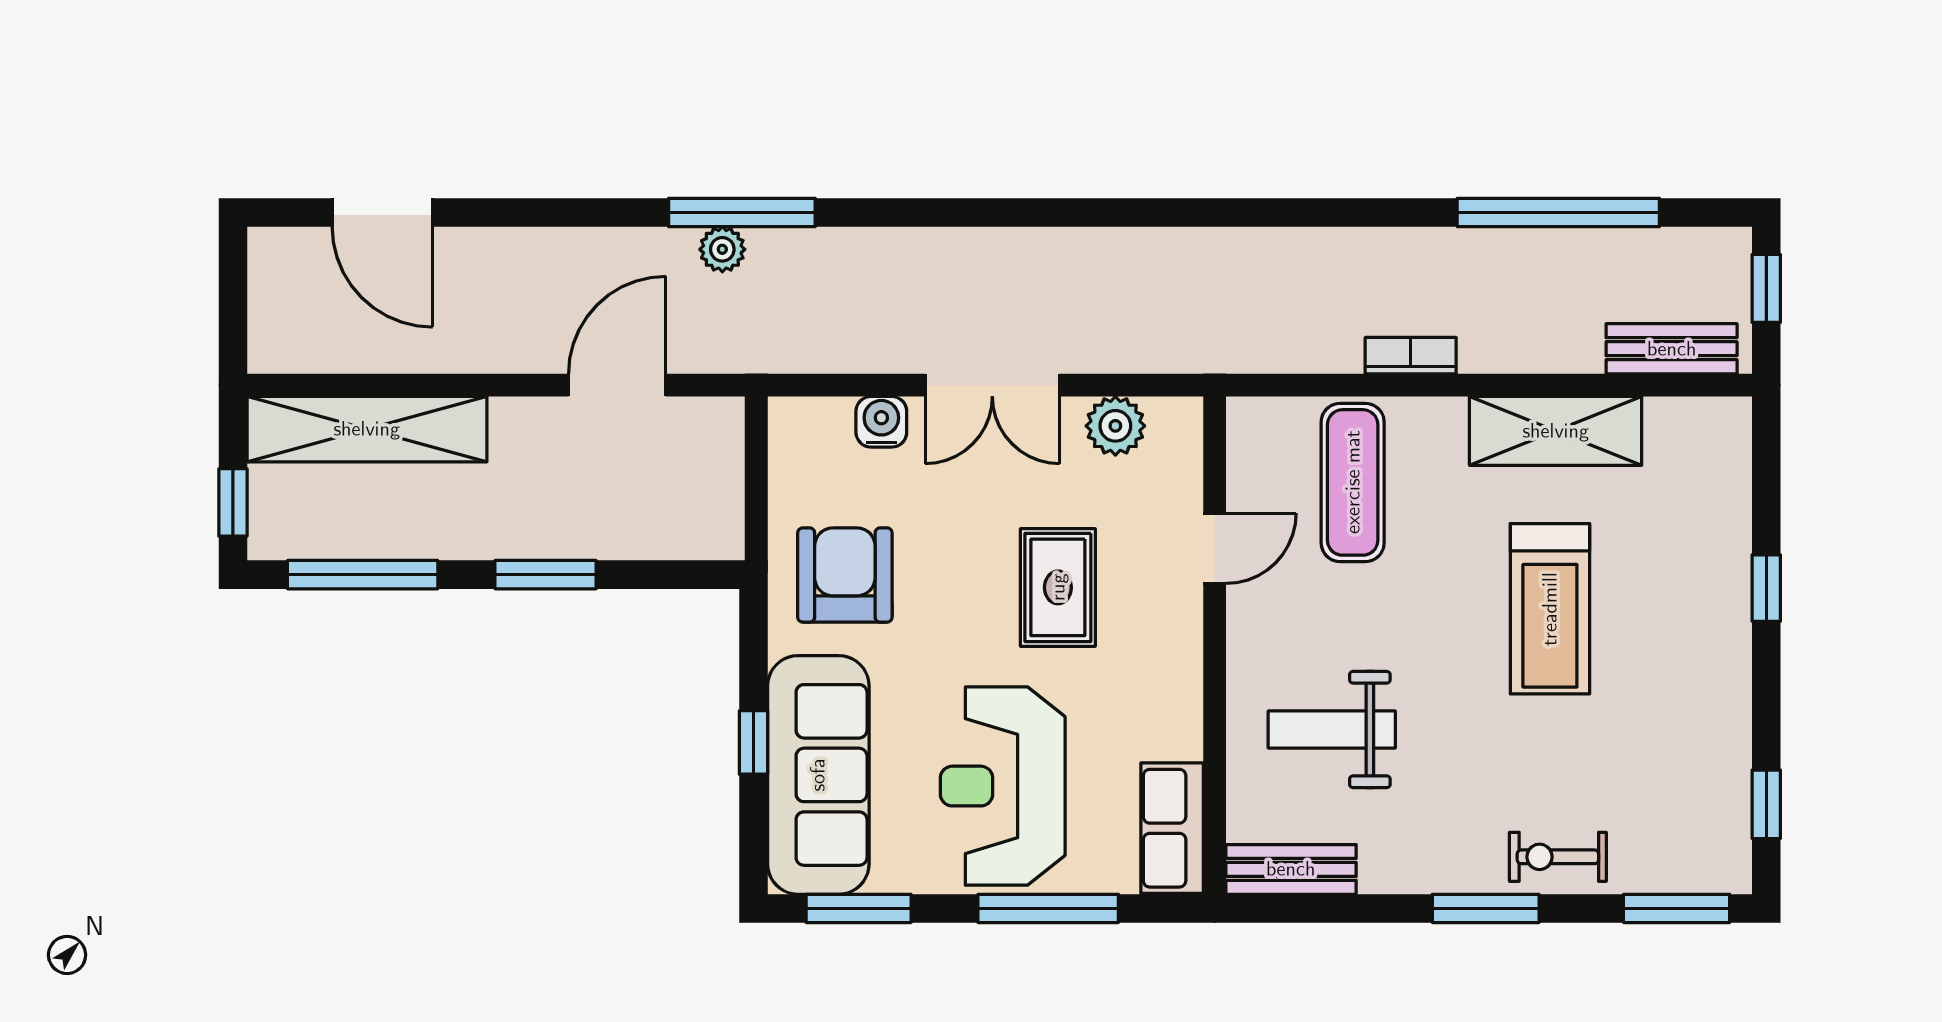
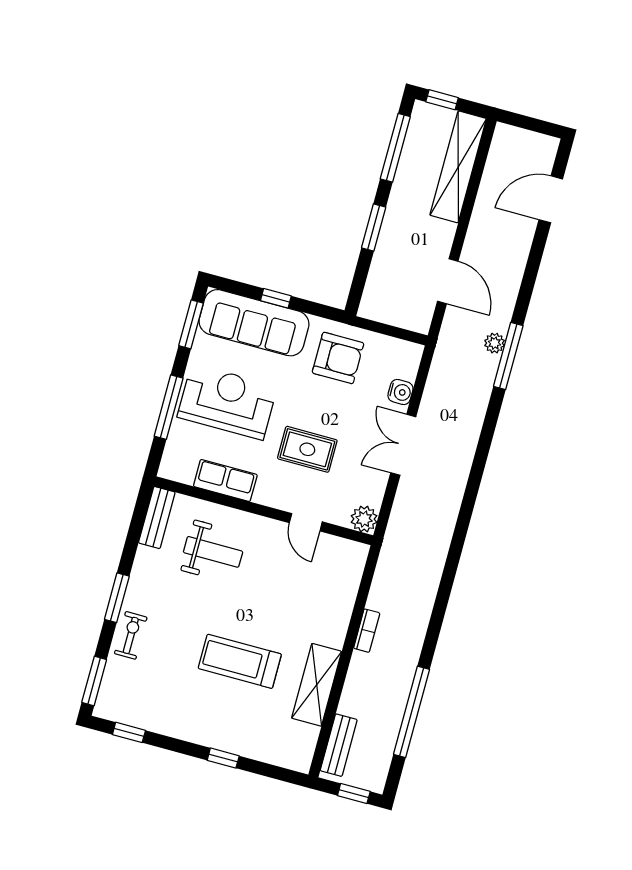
plant: (1115, 426) -> (364, 519), moved
exercise mat: (1353, 482) -> (318, 590), removed
weight bench: (1332, 729) -> (213, 552), turned 90
row of seats: (1172, 828) -> (225, 480), moved

